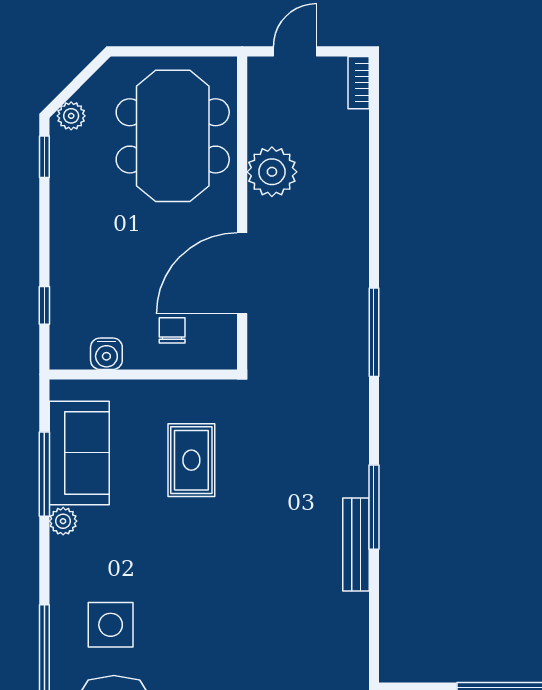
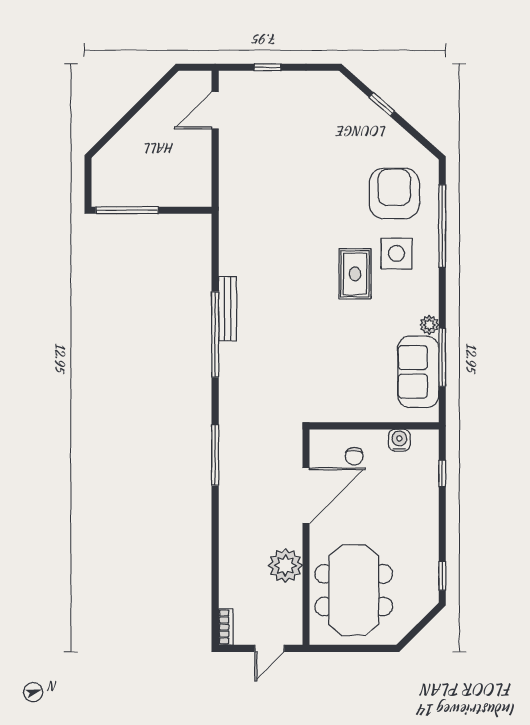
plant: (71, 116) -> (424, 604), removed
rug: (191, 460) -> (355, 274), moved
window: (374, 507) -> (215, 334), width x1.46

